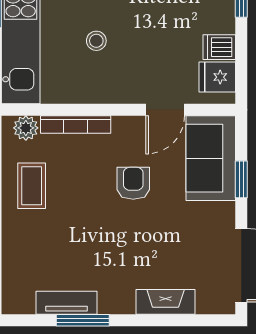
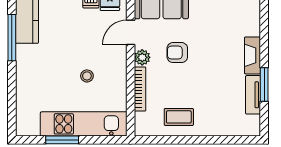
door: (165, 110) -> (131, 32), swing flipped
plant: (26, 128) -> (142, 57), moved
fireplace: (166, 302) -> (252, 55), moved

